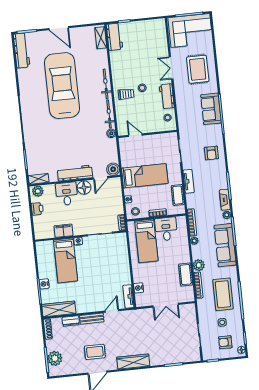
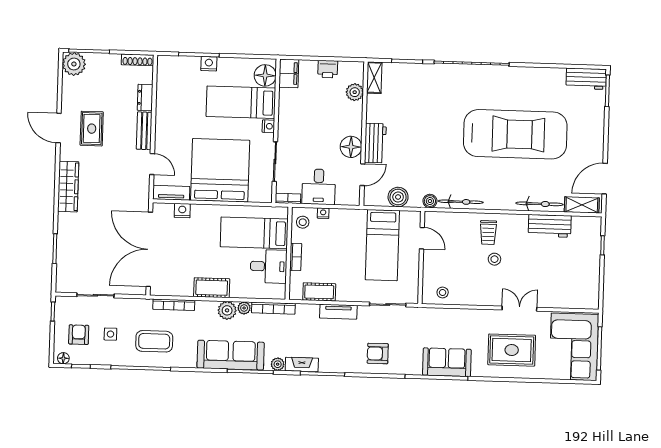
door: (59, 28) -> (605, 179), moved
workbench: (115, 37) -> (550, 226), moved
workbench: (22, 50) -> (586, 79), width x0.73
bicycle: (106, 84) -> (540, 204), moved
workbench: (167, 96) -> (476, 296), removed
door: (135, 135) -> (422, 238), hinge flipped
boiler: (113, 169) -> (398, 197), moved
workbench: (75, 173) -> (375, 143), width x0.73
bed: (145, 176) -> (382, 245), moved
door: (101, 178) -> (362, 175), swing flipped
plant: (38, 191) -> (355, 92), moved
desk: (67, 194) -> (319, 187), moved, turned 90
filing cabinet: (64, 231) -> (289, 73), moved
floor lamp: (47, 248) -> (265, 75), added
plant: (199, 265) -> (227, 310), moved
bed: (110, 268) -> (220, 170), added
cot: (186, 275) -> (212, 288), moved
coffee table: (223, 294) -> (154, 341), width x0.73, depth x0.76
double door: (166, 305) -> (149, 249), width x1.87
wardrobe: (59, 309) -> (166, 81), removed
plant: (55, 358) -> (74, 64), moved

